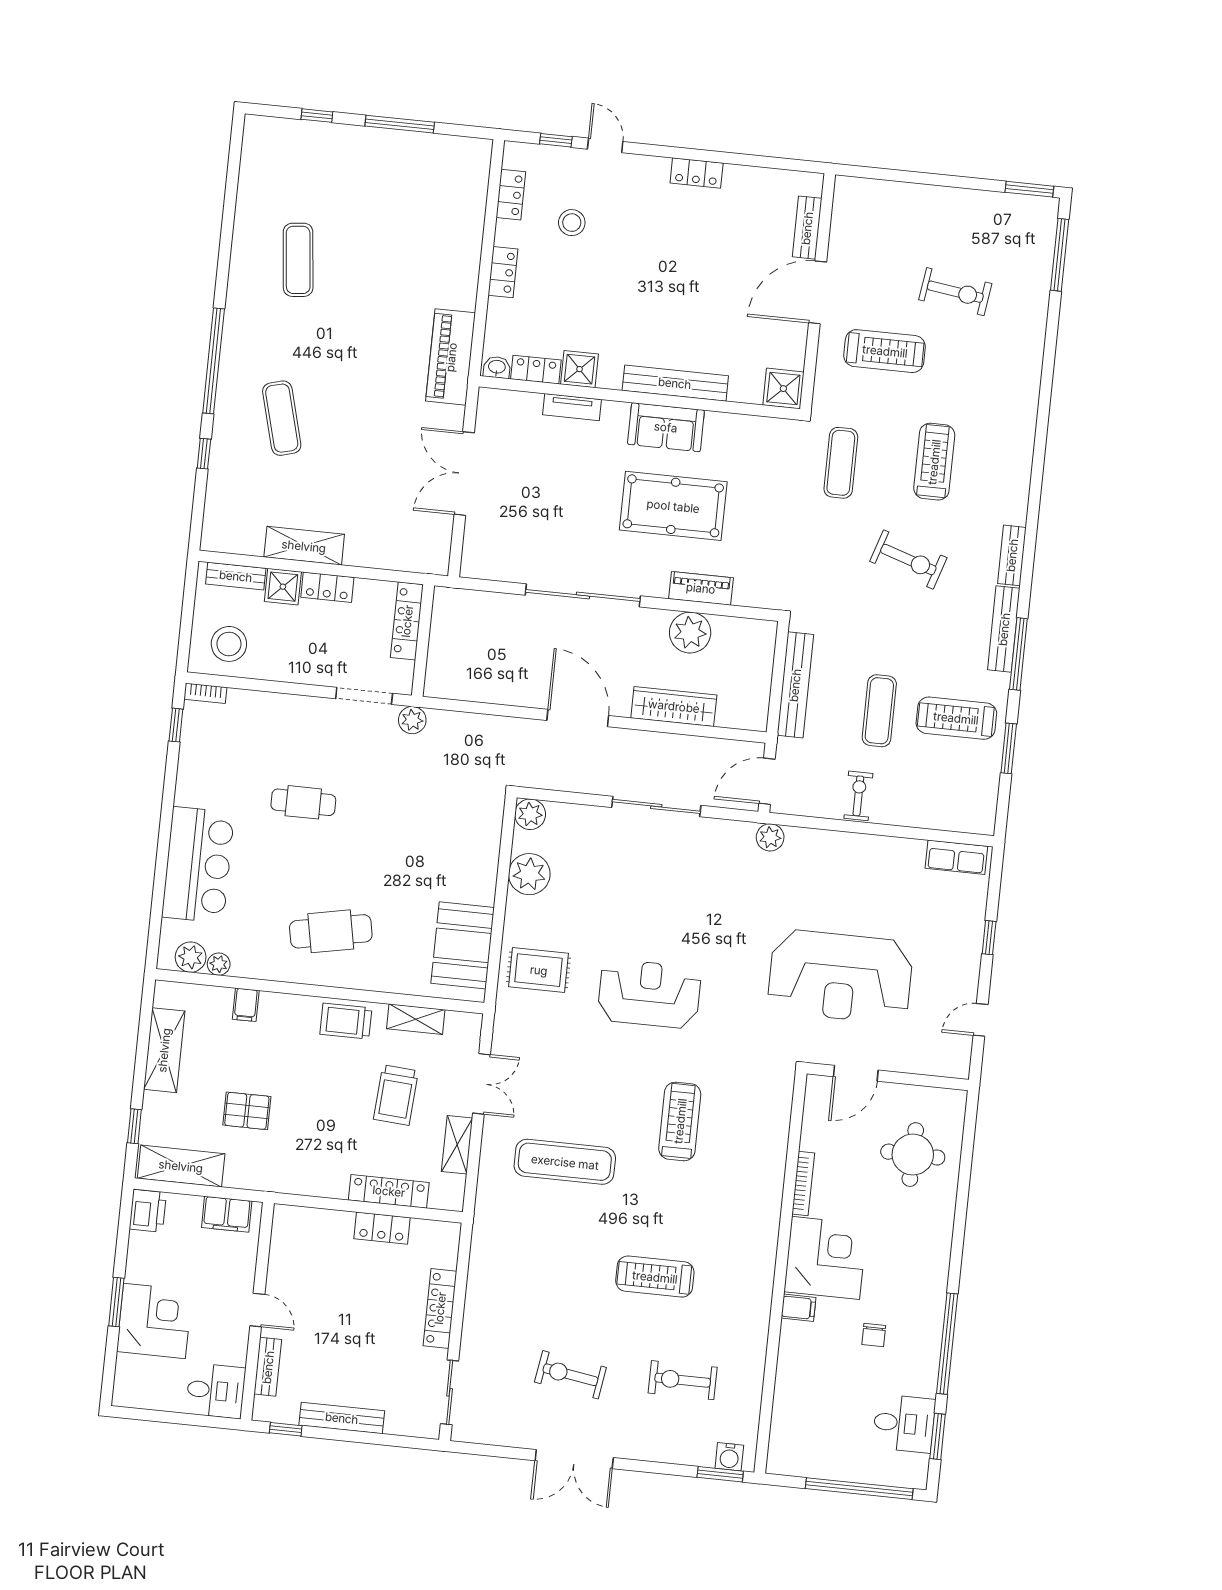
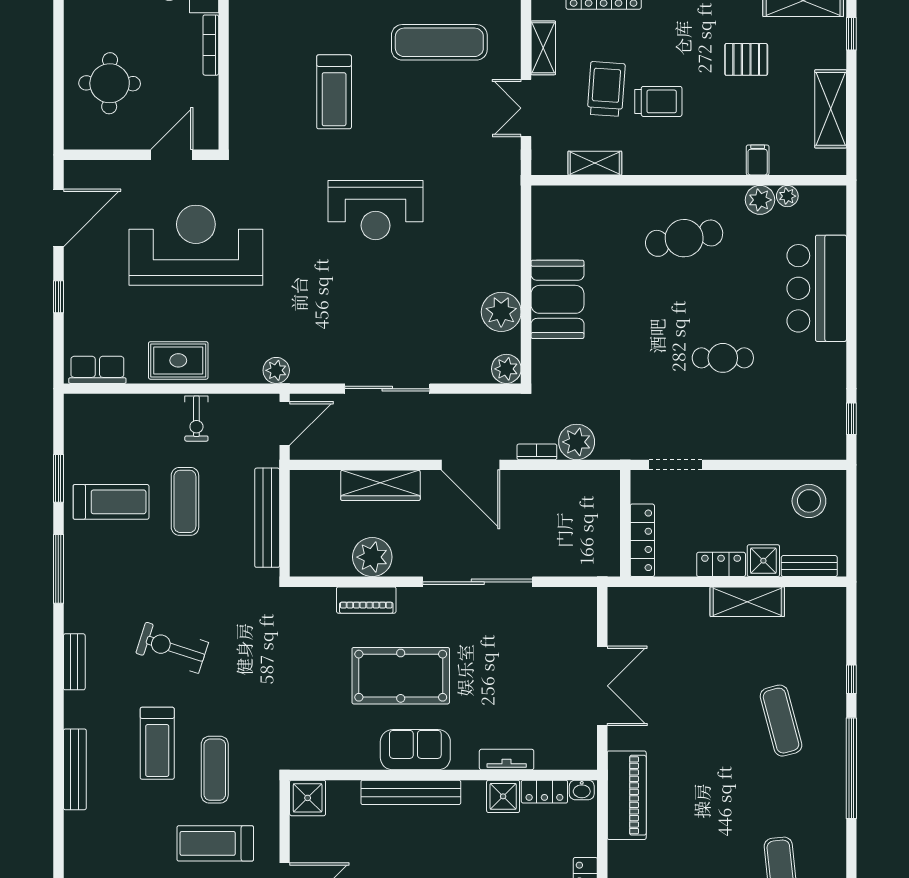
exercise mat: (841, 463) -> (215, 770), moved
bench: (1004, 629) -> (75, 769), moved
bookcase: (205, 693) -> (537, 452), moved
plant: (412, 720) -> (577, 442), moved, width x1.36, depth x1.36
booth: (463, 945) -> (557, 299), moved
plant: (191, 957) -> (760, 200), moved
rug: (539, 970) -> (178, 360), moved
door: (981, 1020) -> (58, 218), width x1.87
trolley: (346, 1021) -> (658, 101), moved

